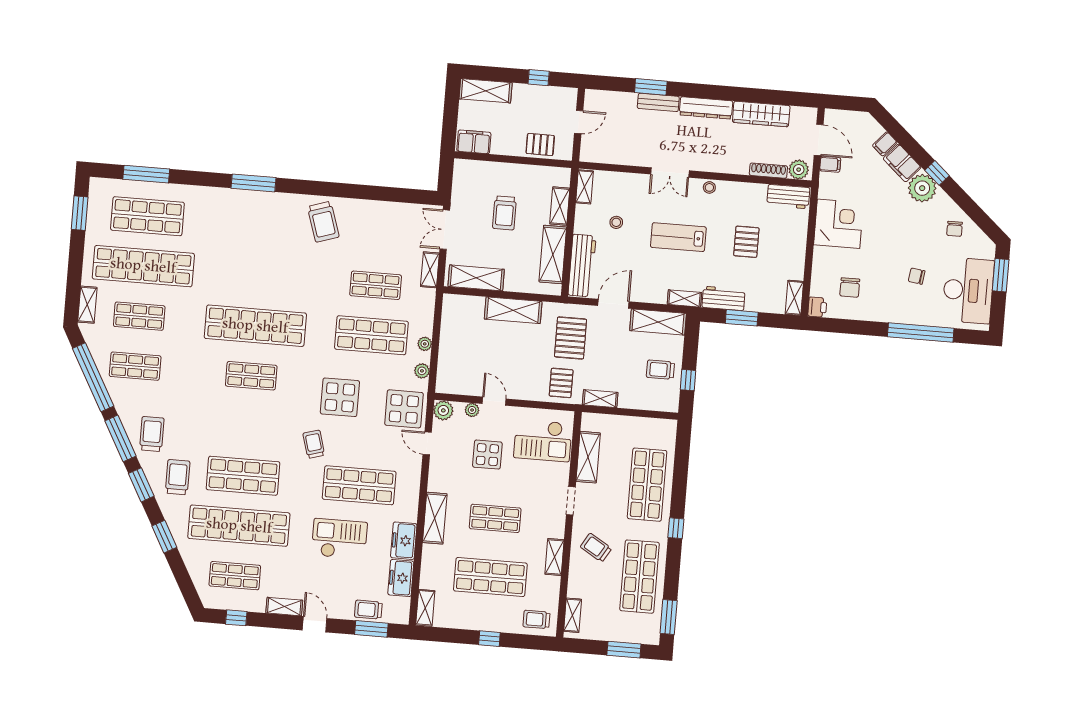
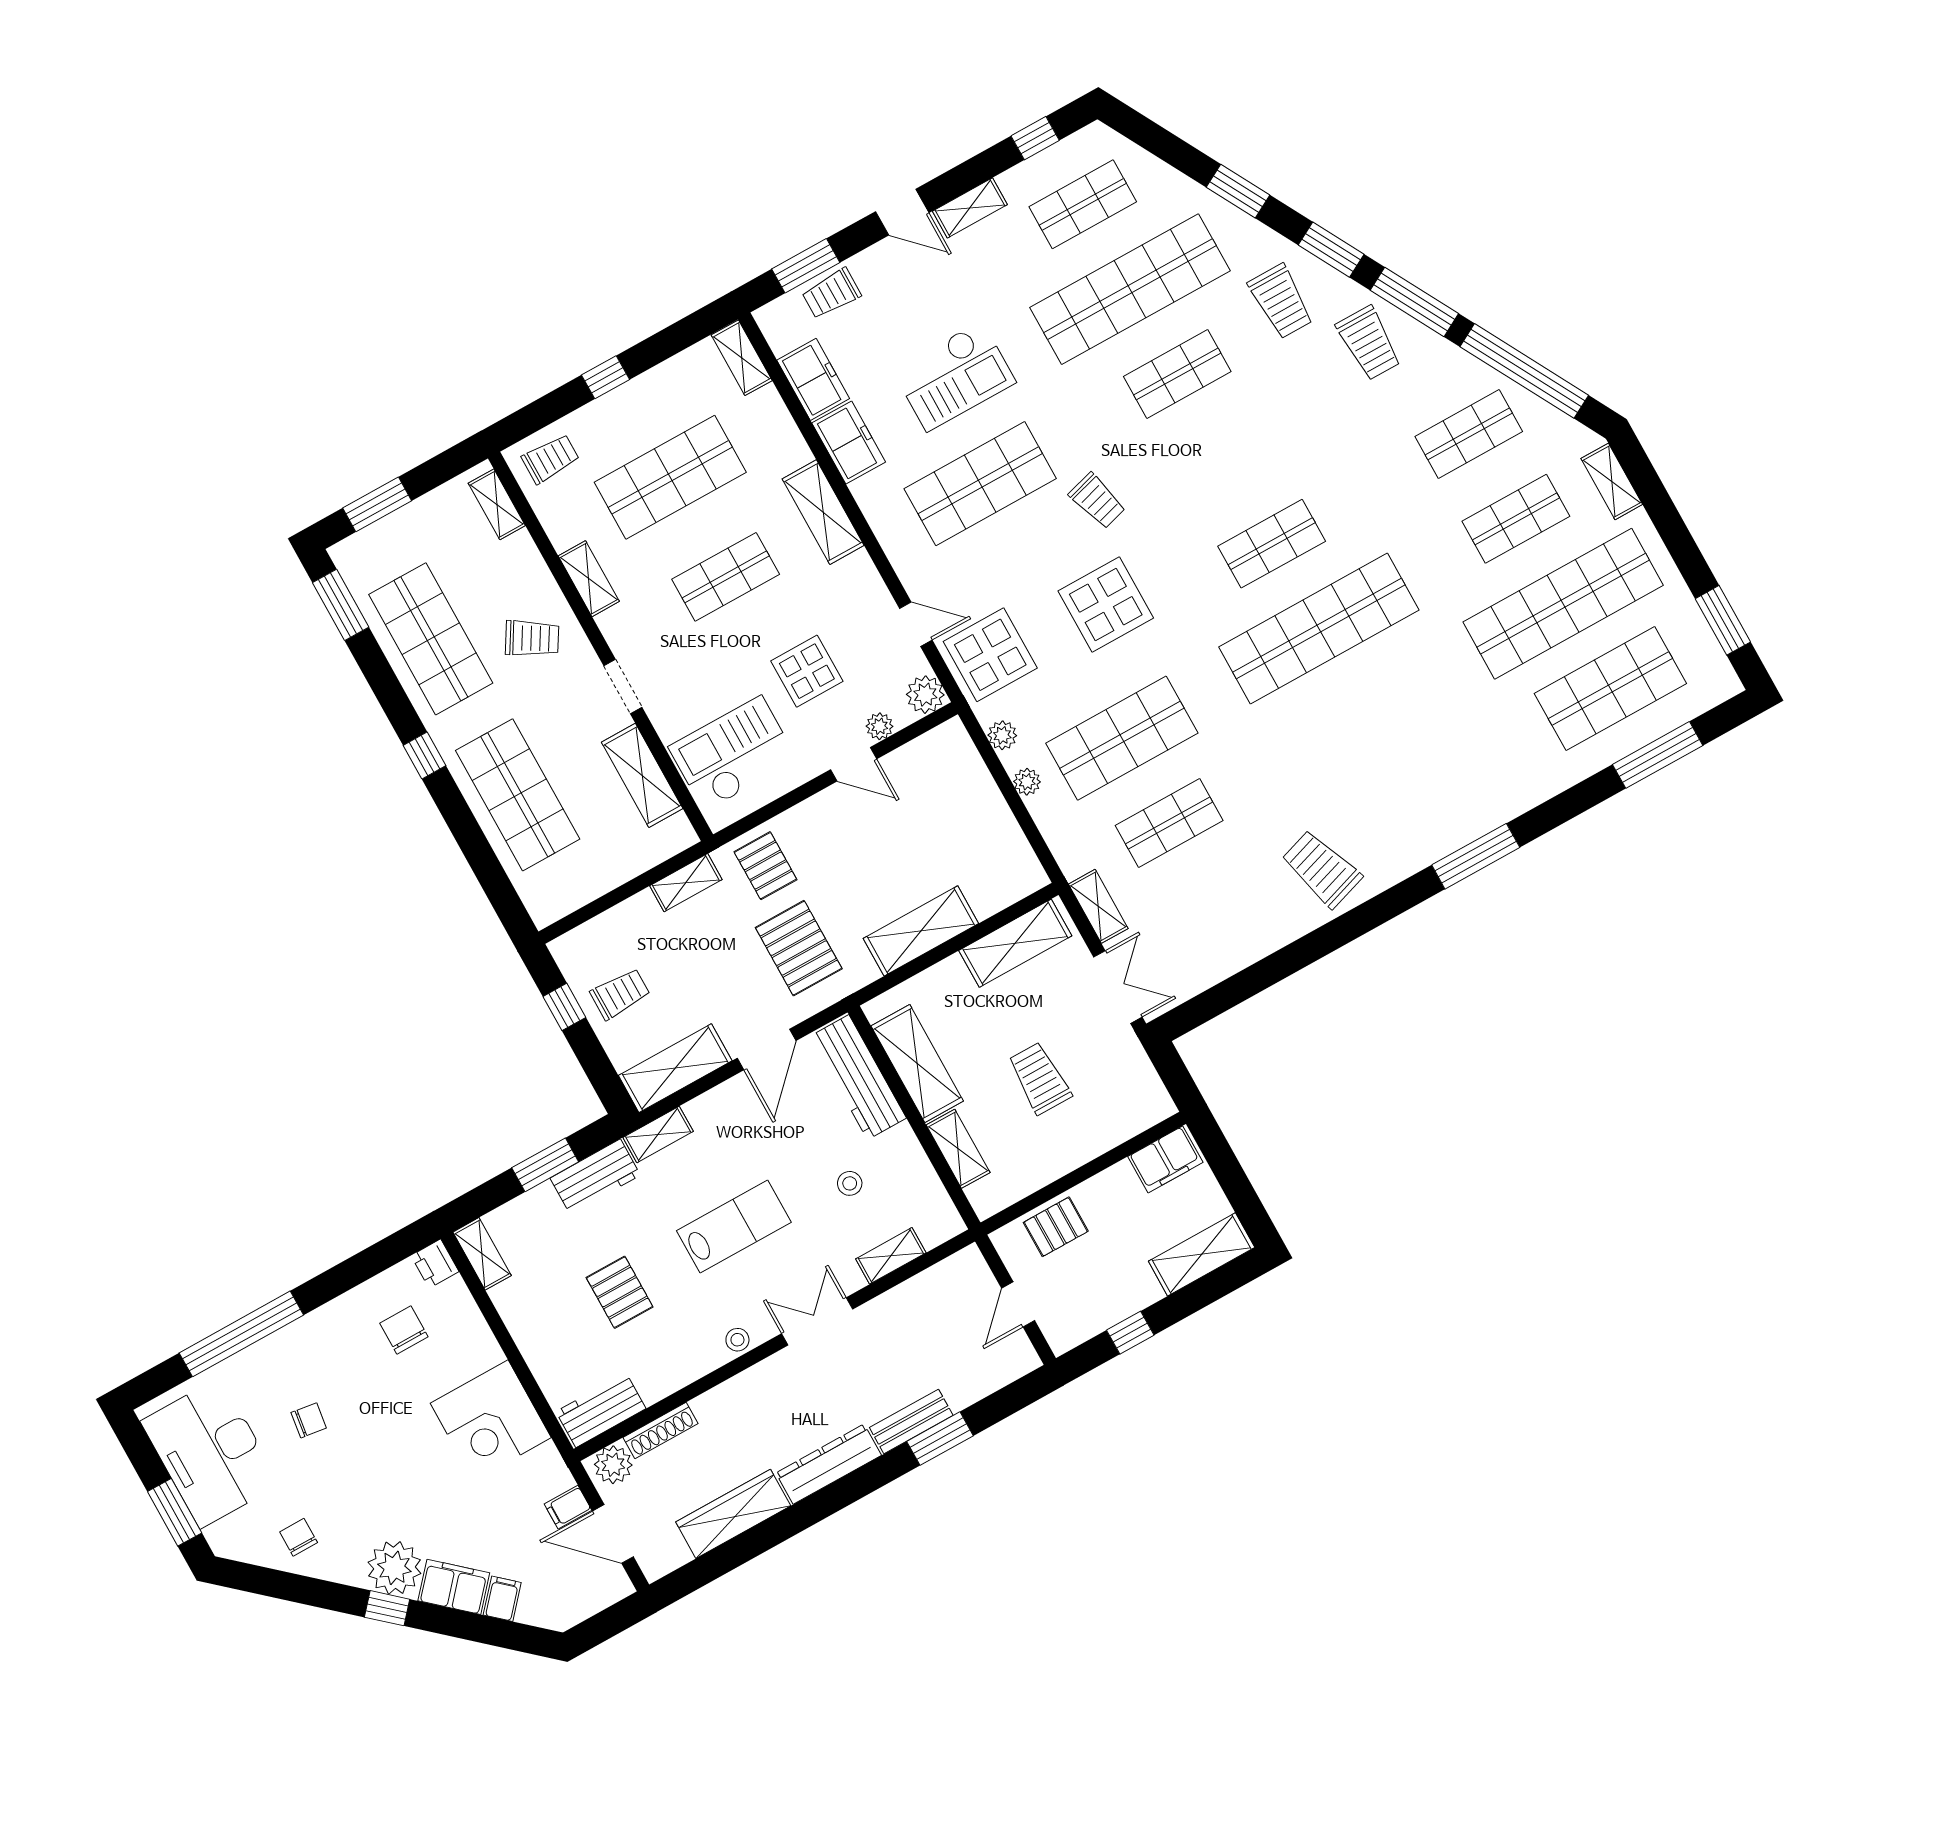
shelving: (584, 187) -> (891, 1256), moved, turned 90
shop shelf: (243, 476) -> (1177, 374), width x0.70, depth x0.74
trolley: (368, 610) -> (831, 294), turned 180

